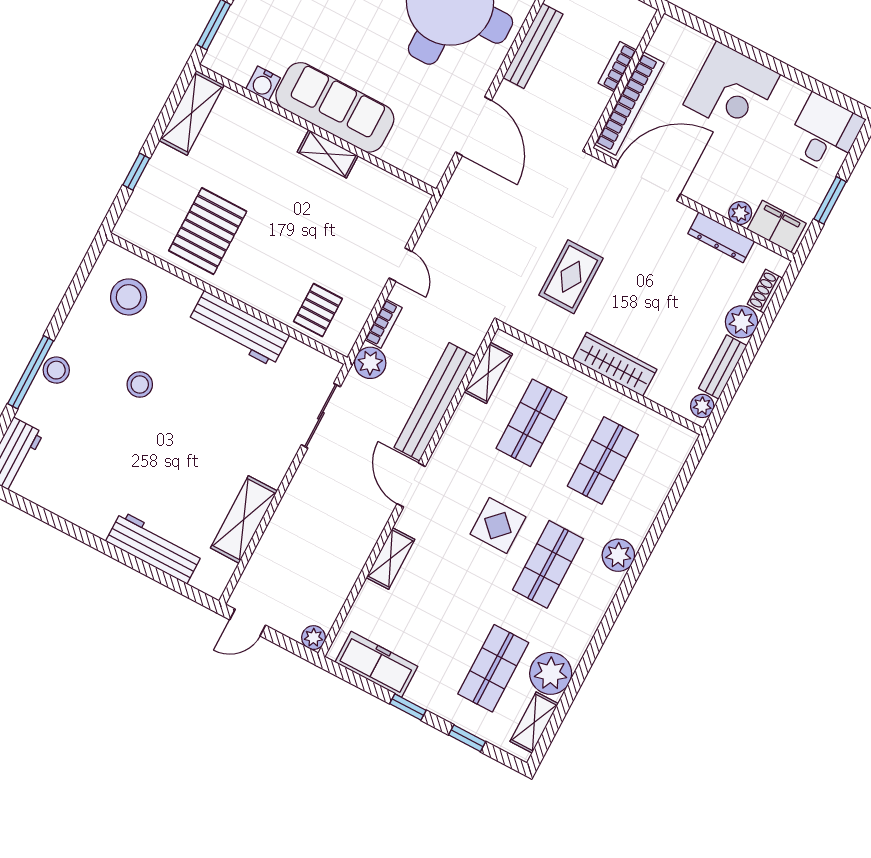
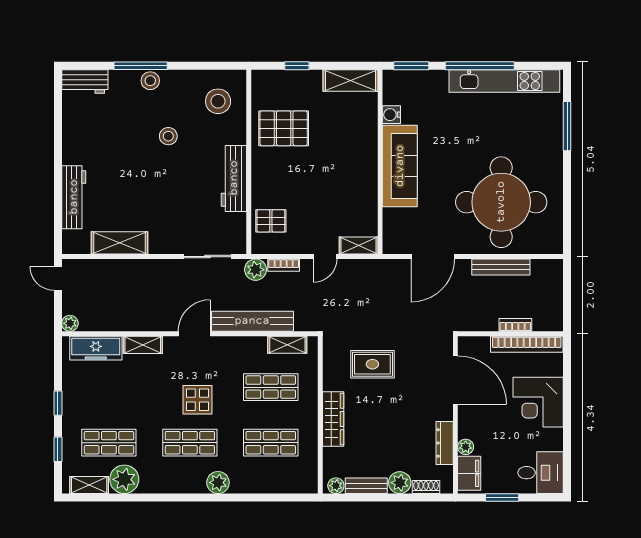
bookcase: (629, 104) -> (527, 344), moved
shelving: (328, 154) -> (359, 246), moved, turned 90
freezer: (376, 664) -> (96, 348), moved, turned 90

